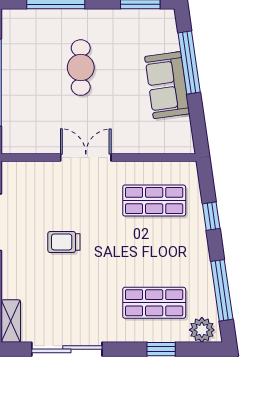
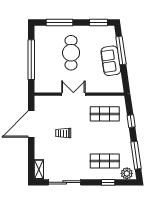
cafe table: (81, 68) -> (71, 53), width x1.37, depth x1.35

